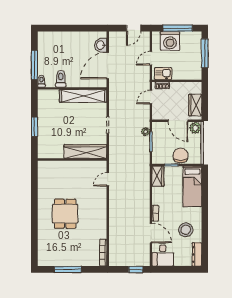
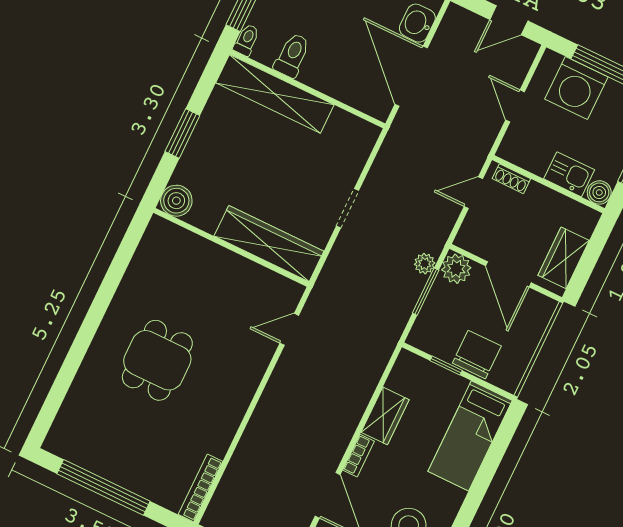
door: (151, 58) -> (515, 106), hinge flipped
door: (108, 66) -> (411, 76), hinge flipped
kitchen sink: (163, 74) -> (569, 174), moved
boiler: (197, 75) -> (599, 192), added
shelving: (83, 96) -> (275, 94), moved
plant: (195, 128) -> (456, 269), moved
boiler: (44, 152) -> (176, 201), added
wardrobe: (158, 176) -> (385, 416), moved
window: (68, 269) -> (104, 487), width x1.46

